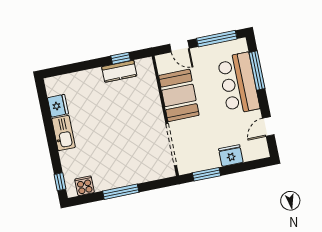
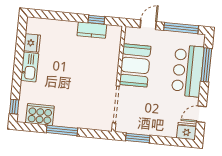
door: (179, 46) -> (148, 25), swing flipped
fridge: (231, 155) -> (187, 131), moved
cooker: (85, 186) -> (40, 115), width x1.87, depth x1.31

